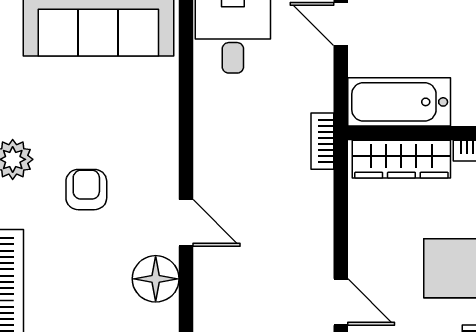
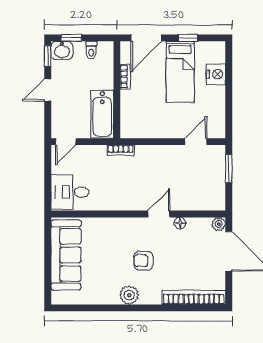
wardrobe: (401, 159) -> (129, 113), removed
floor lamp: (156, 279) -> (180, 223), width x0.53, depth x0.53

